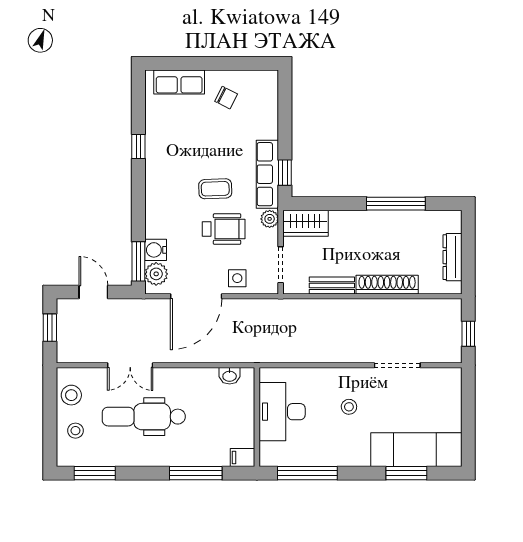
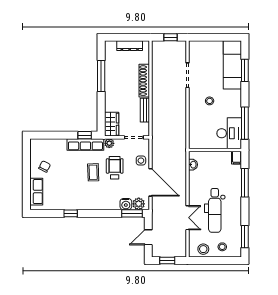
desk: (282, 412) -> (229, 133), moved, turned -90

